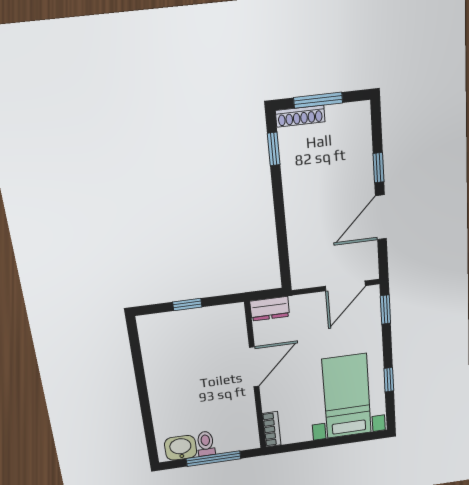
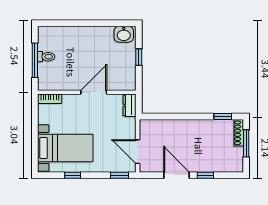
door: (254, 367) -> (94, 92), swing flipped
washbasin: (181, 448) -> (124, 34), moved, turned 90

